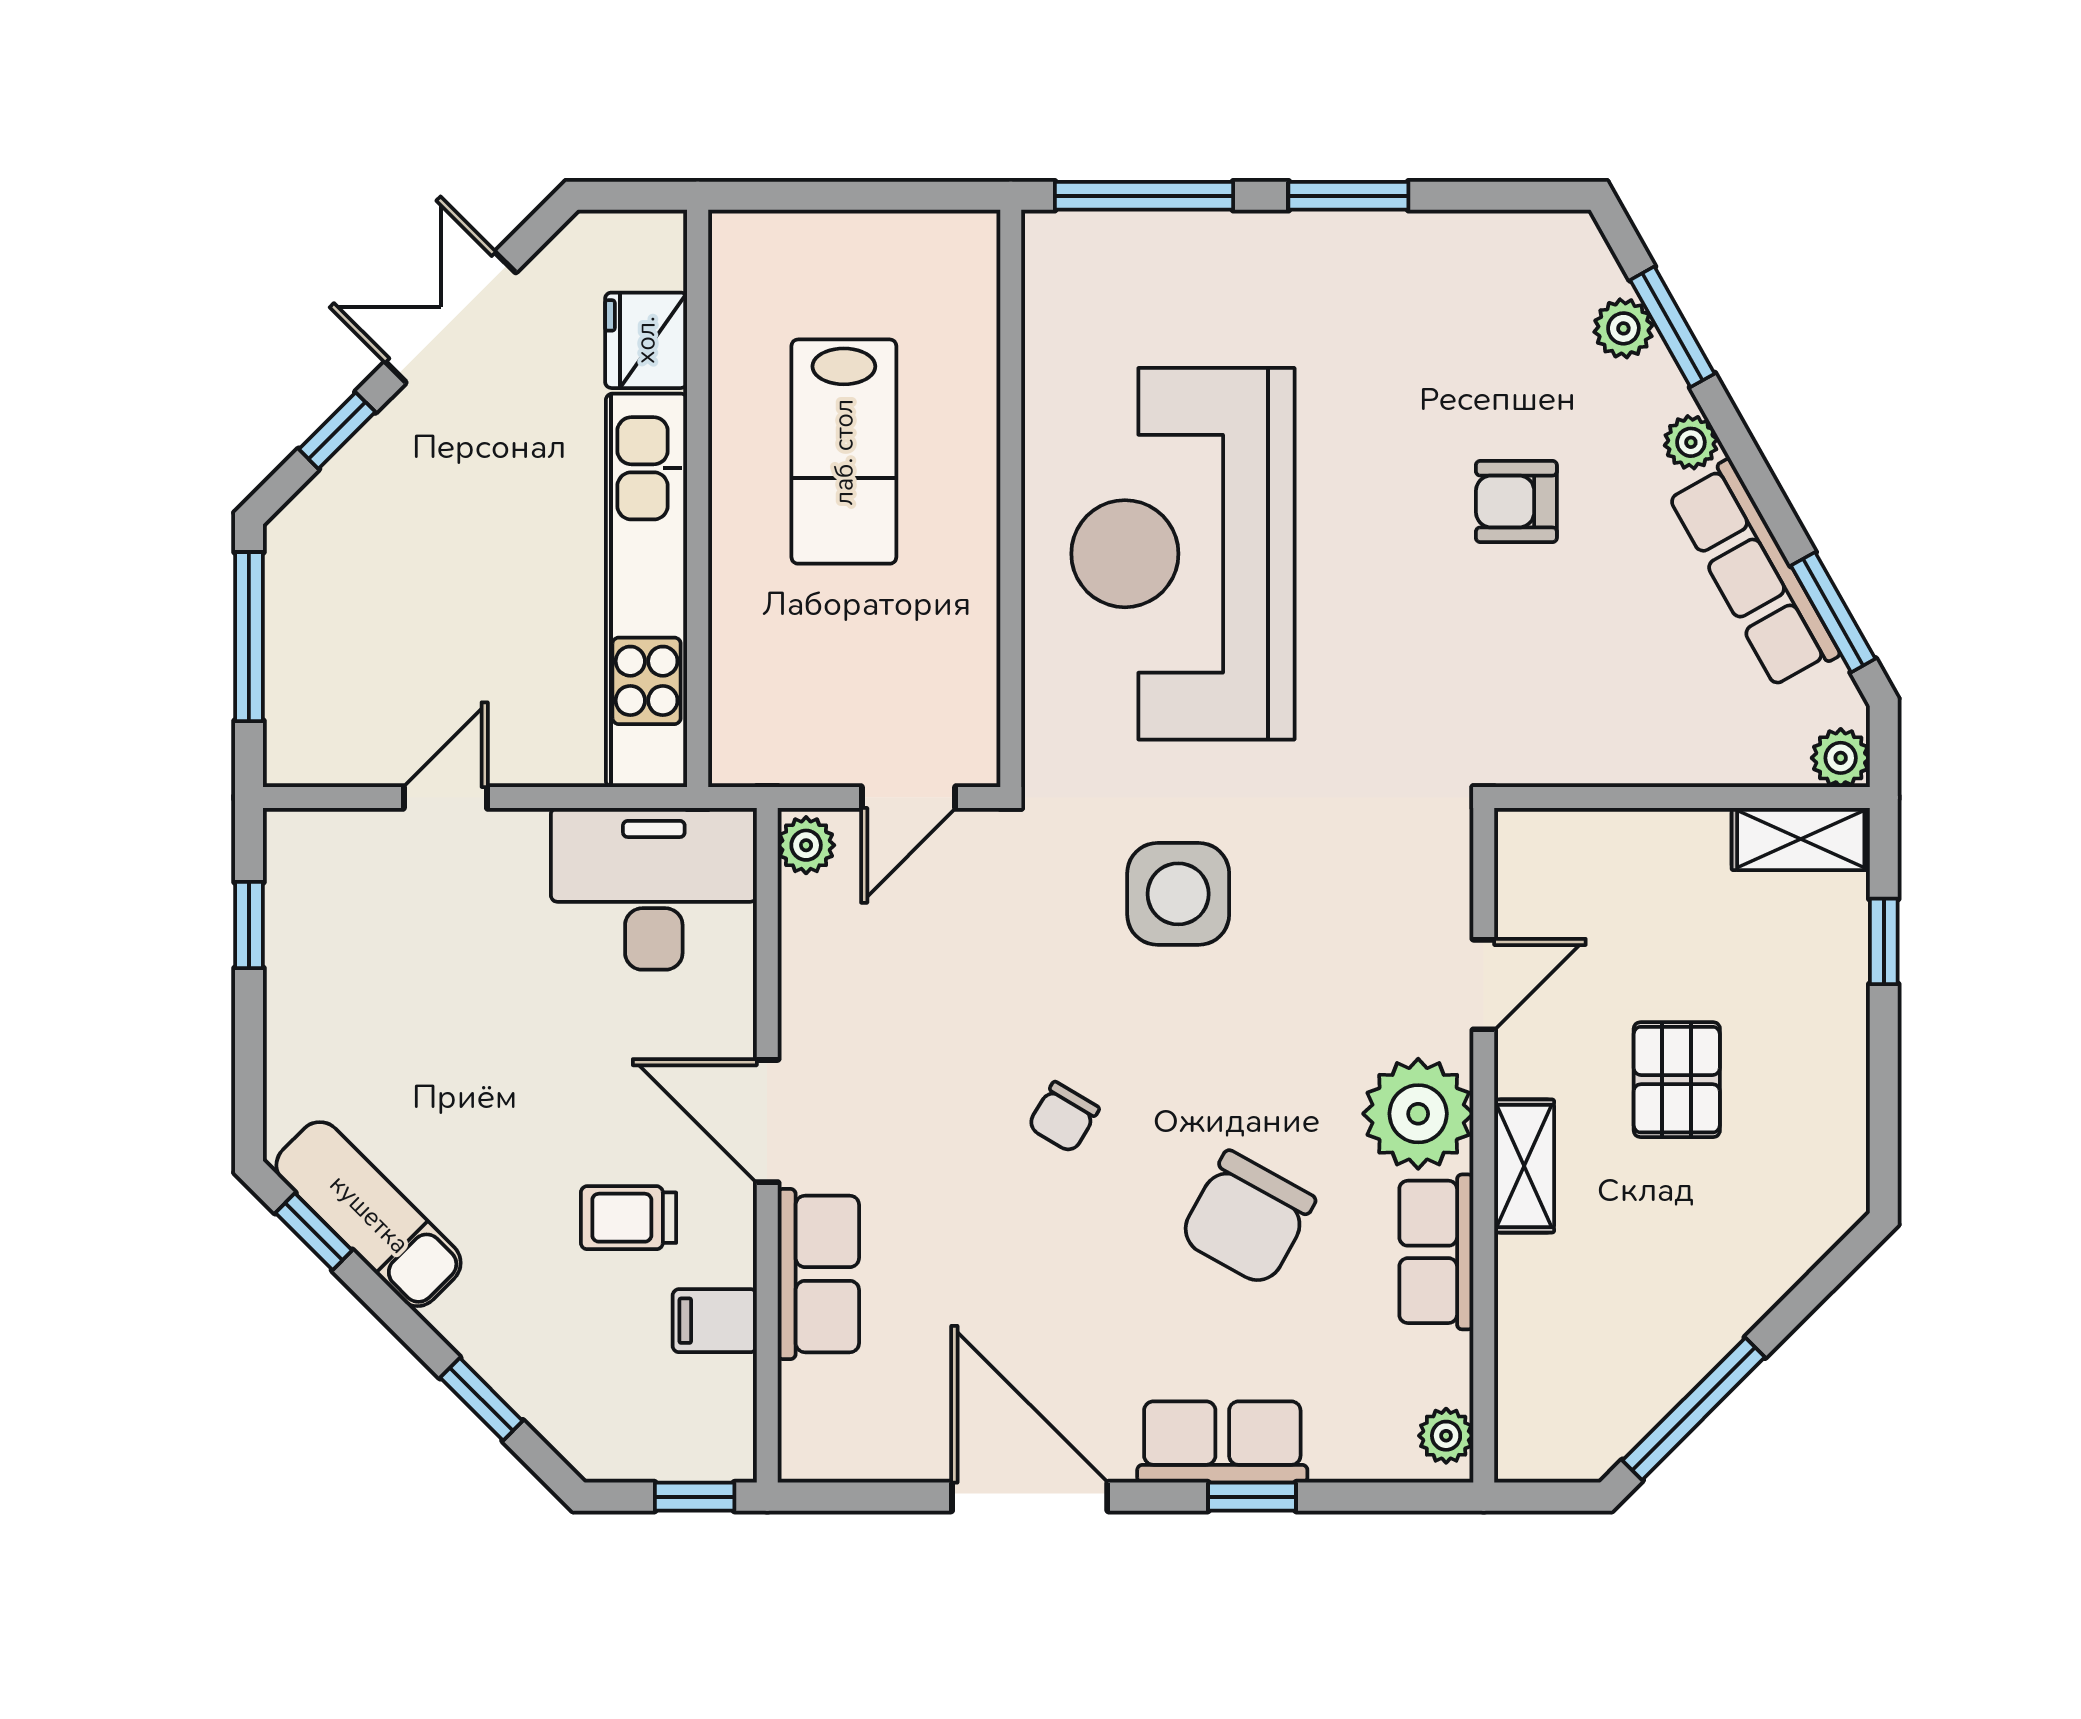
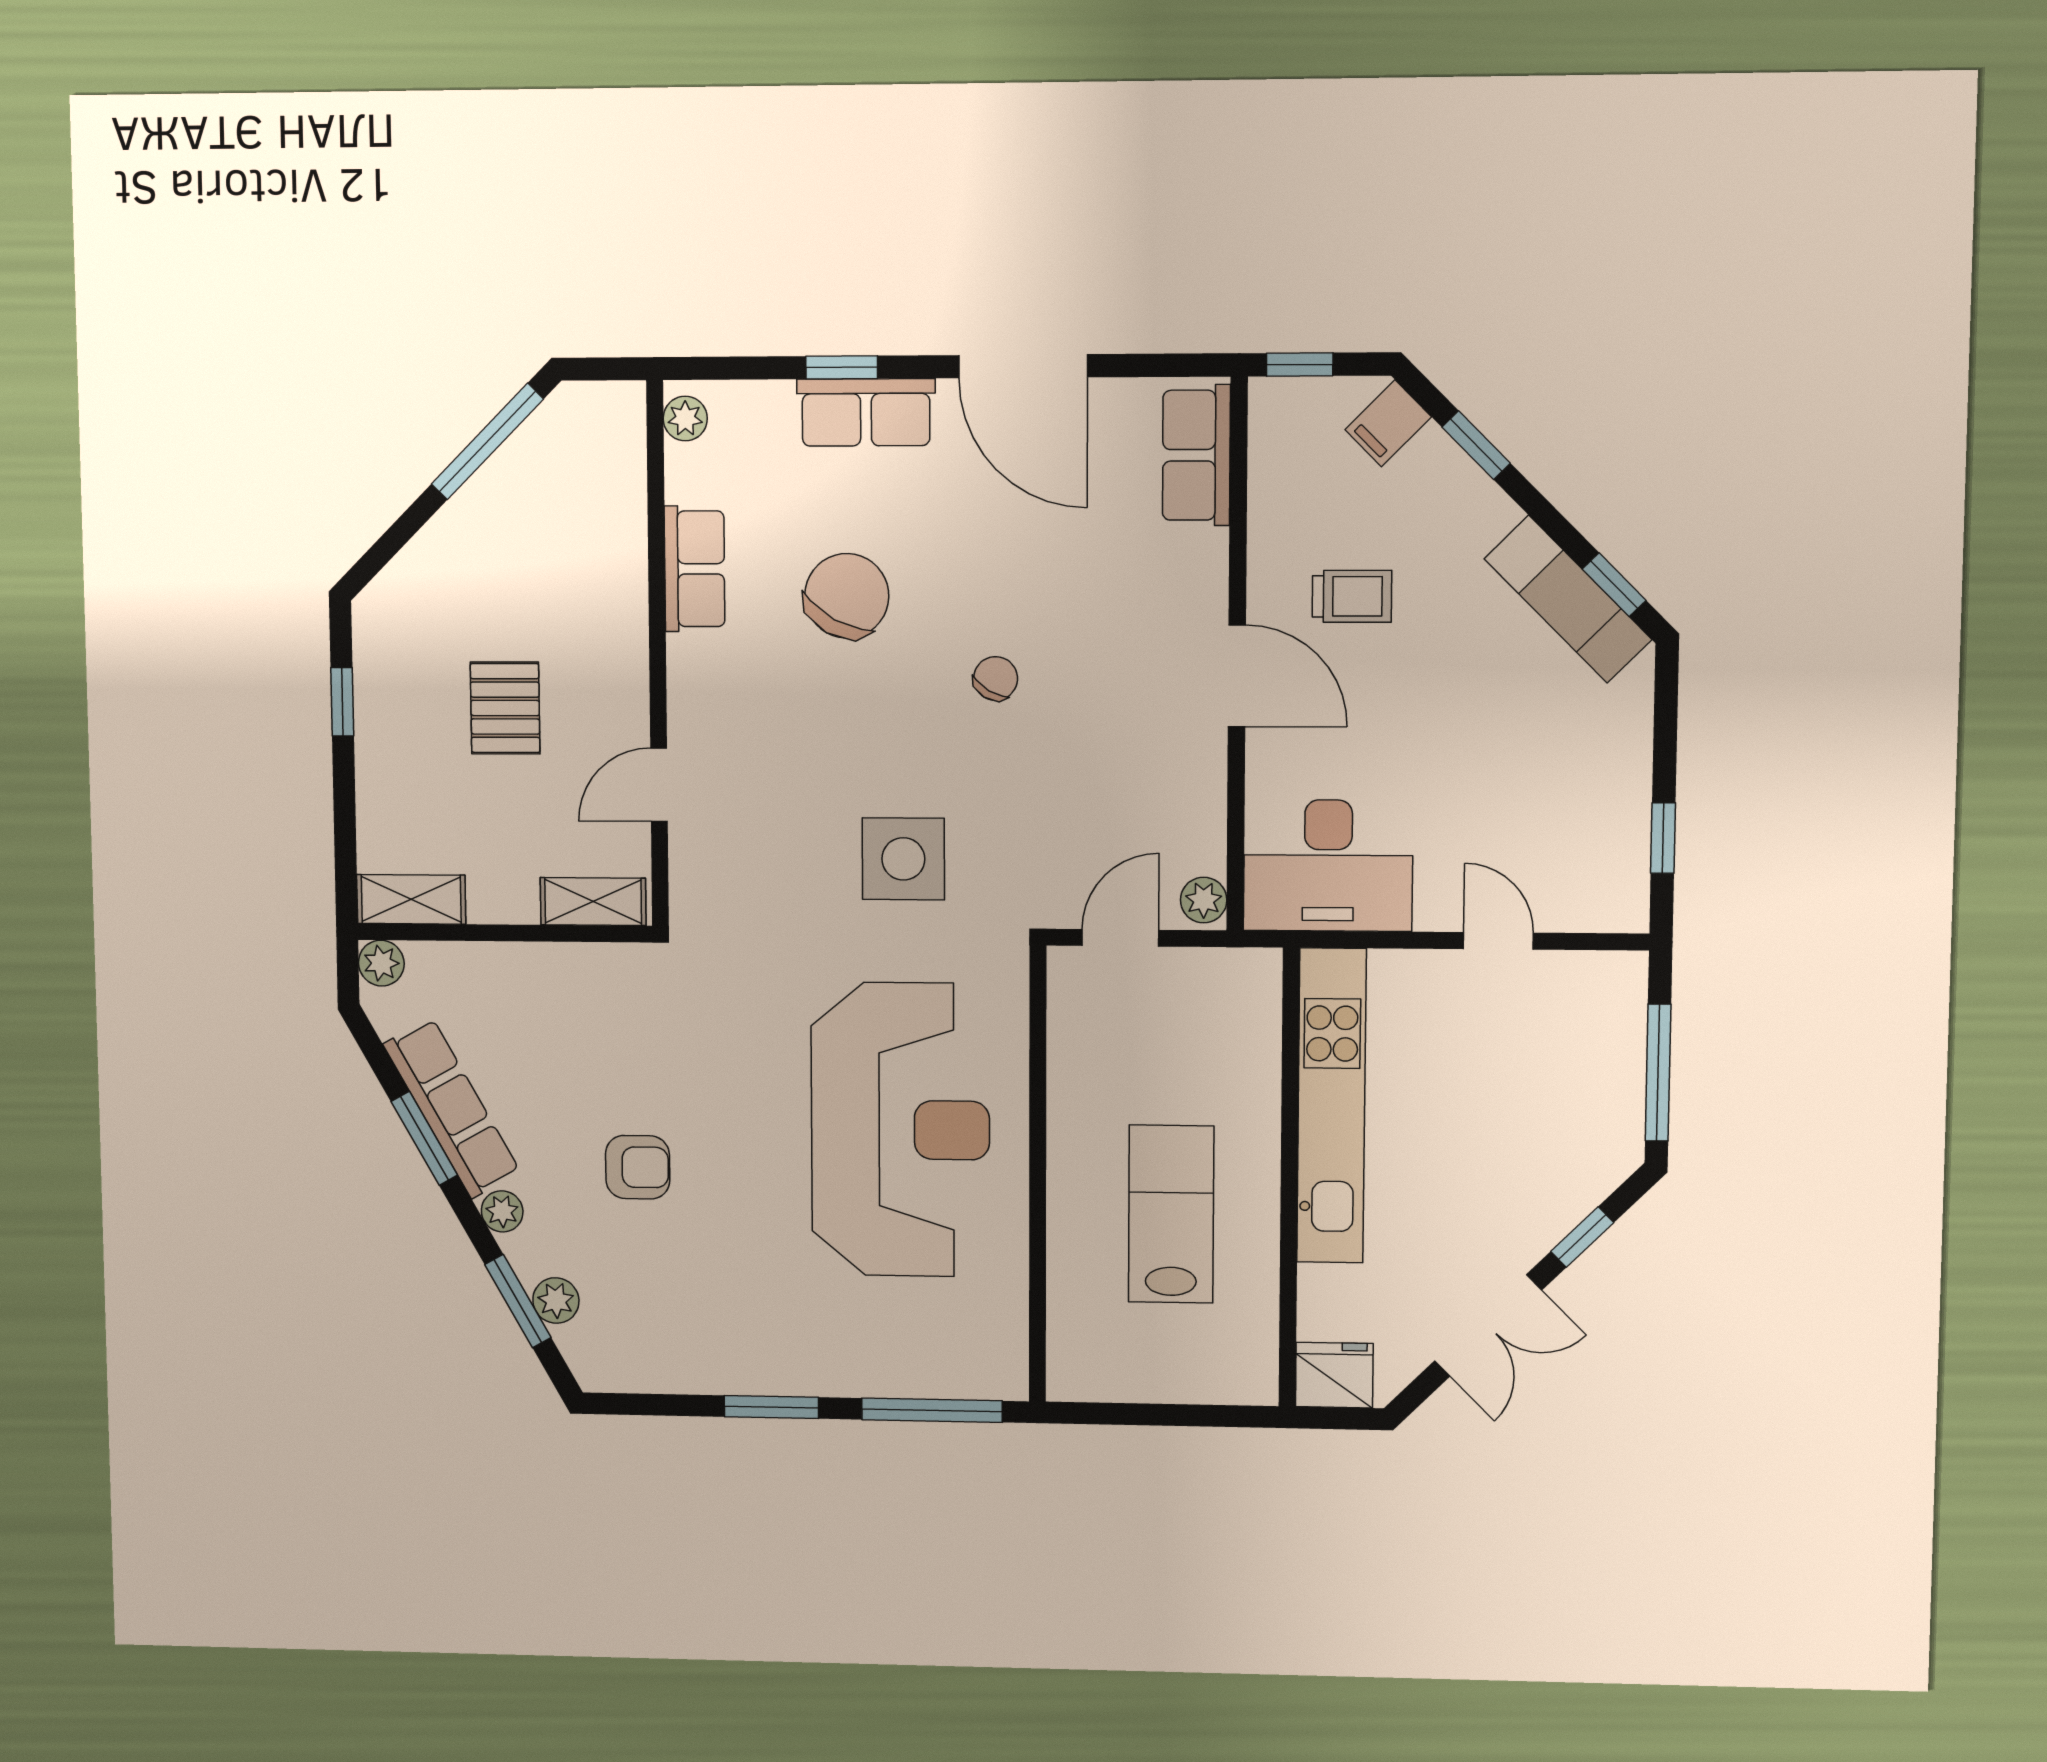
fridge: (646, 340) -> (1334, 1375), moved, turned -90
window: (1833, 612) -> (424, 1138), moved
door: (445, 798) -> (1498, 941), swing flipped
window: (1884, 941) -> (342, 702), moved
plant: (1418, 1114) -> (710, 681), removed
shelving: (1524, 1166) -> (593, 902), moved, turned 90
row of seats: (818, 1274) -> (1196, 455), moved
filing cabinet: (715, 1321) -> (1388, 423), moved, turned 135

